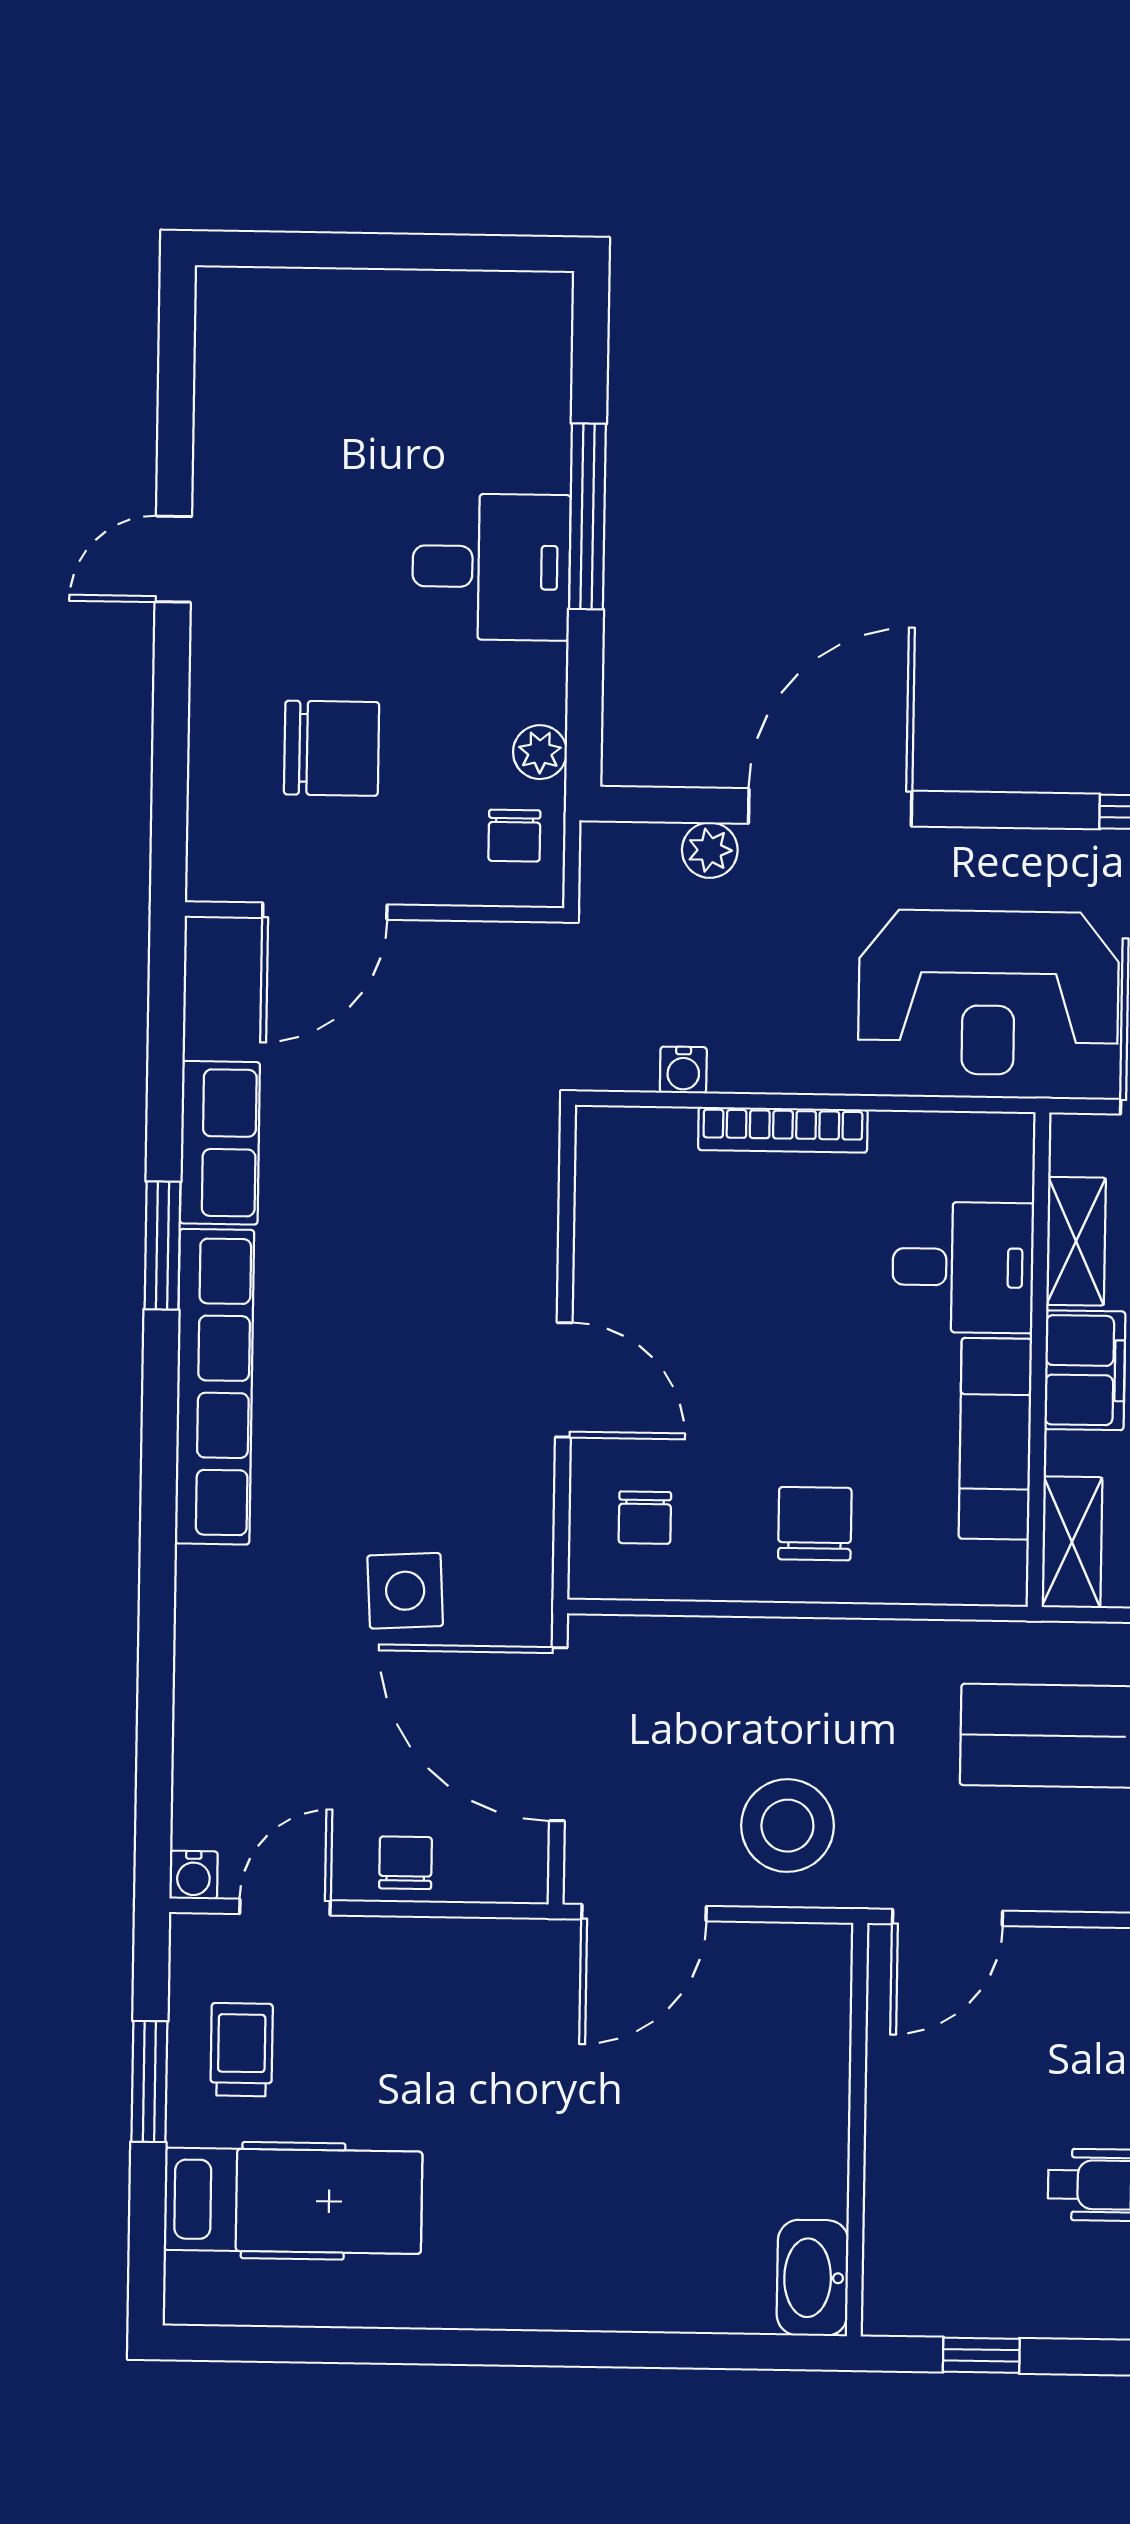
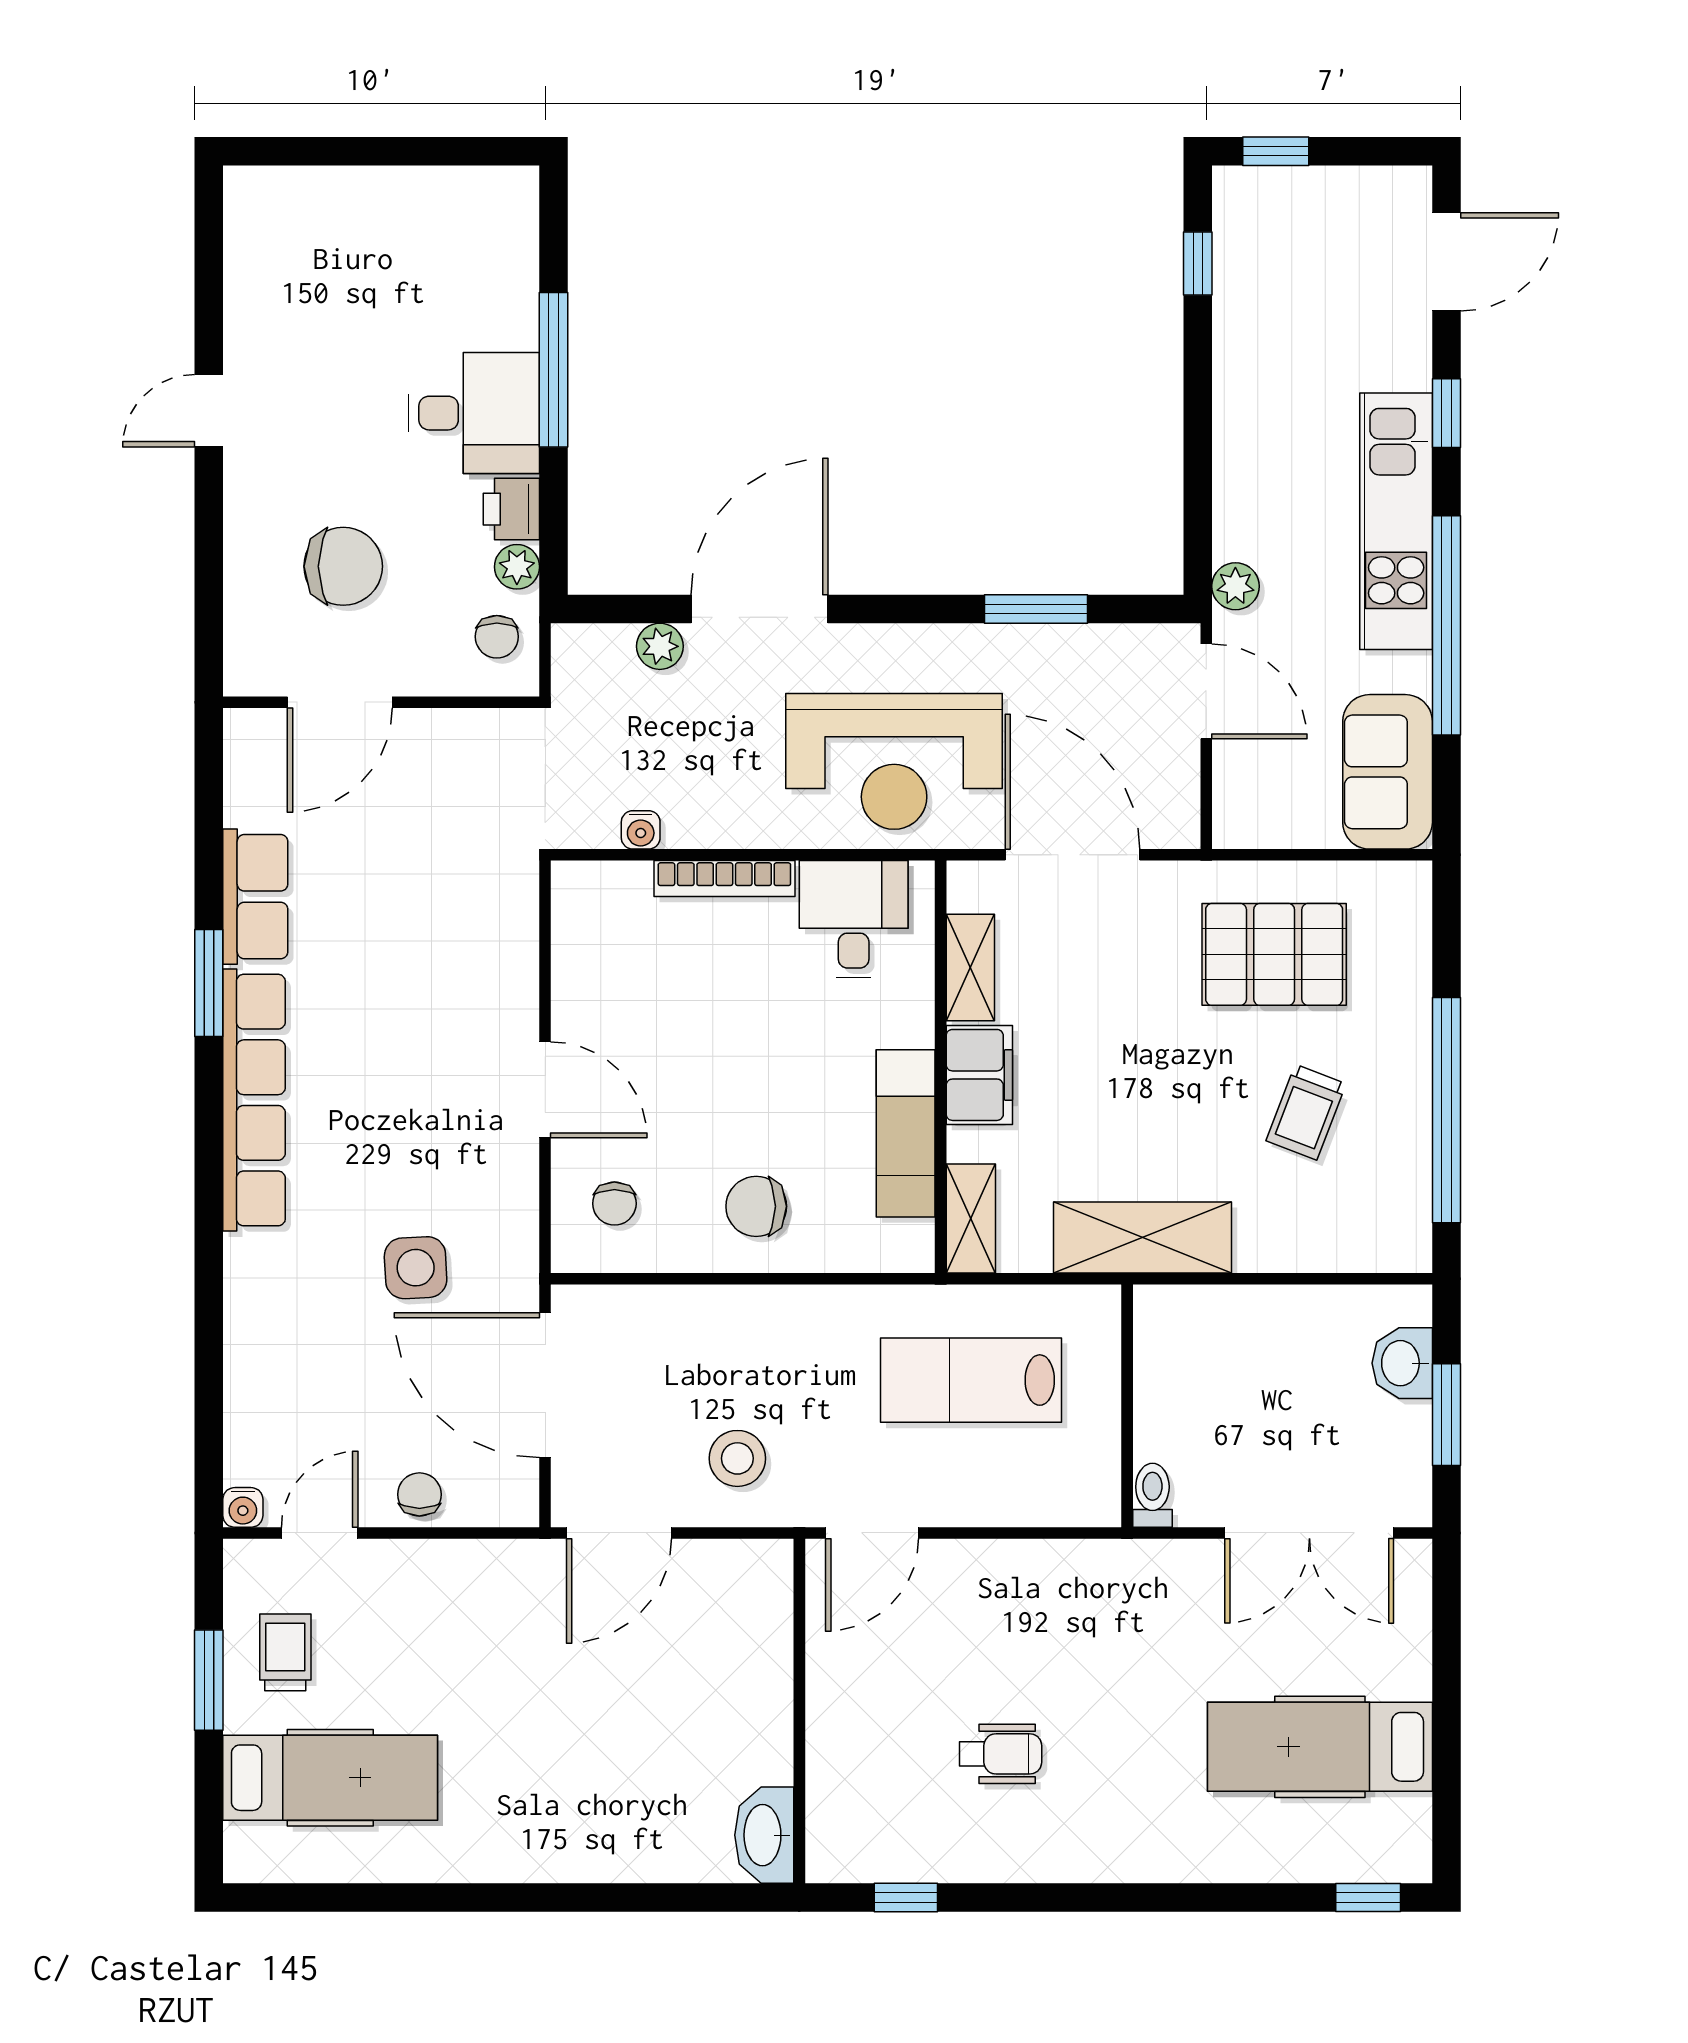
printer: (534, 683) -> (511, 509), added
desk: (963, 1267) -> (854, 919), moved, turned -90
chair: (815, 1524) -> (756, 1206), turned -90
stool: (787, 1826) -> (737, 1458), width x0.73, depth x0.73

